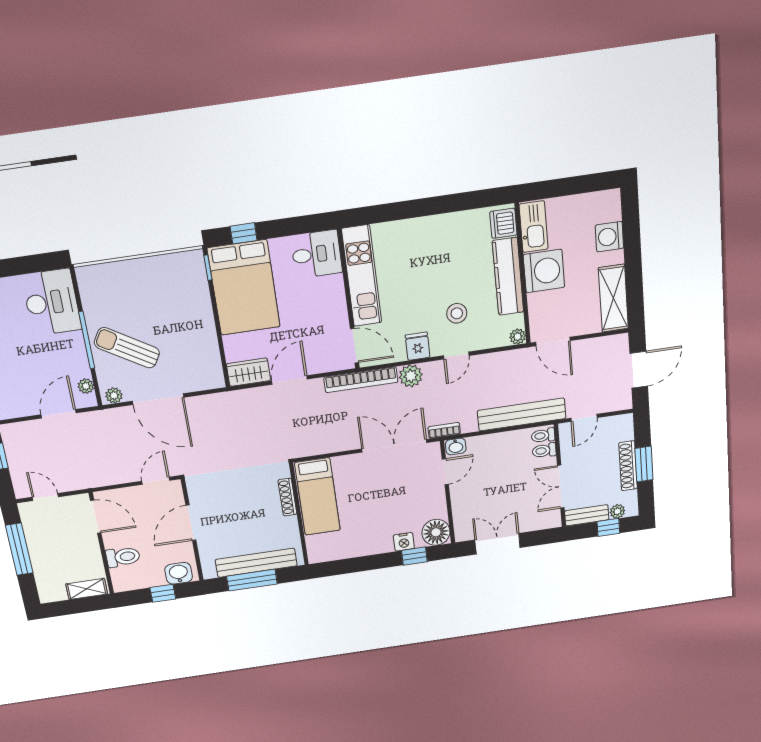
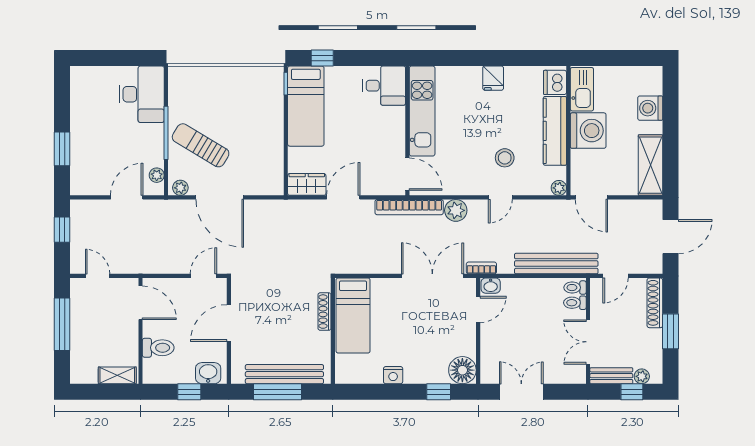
bed: (244, 288) -> (306, 106), width x0.67
fridge: (418, 346) -> (493, 78), moved, turned 180
shoe rack: (628, 466) -> (655, 303), moved
nightstand: (404, 542) -> (393, 375), moved

